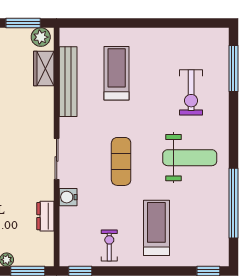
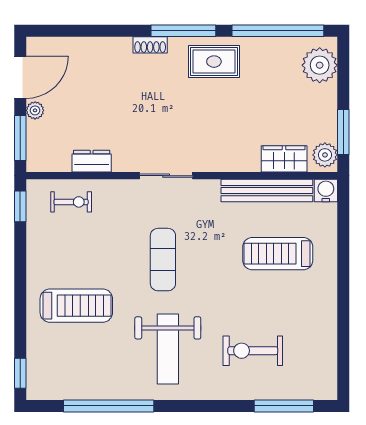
treadmill: (117, 73) -> (278, 254), turned 180
exercise mat: (121, 161) -> (163, 260), turned 90
water cooler: (68, 197) -> (326, 191), moved
exercise bike: (109, 245) -> (71, 202), moved

